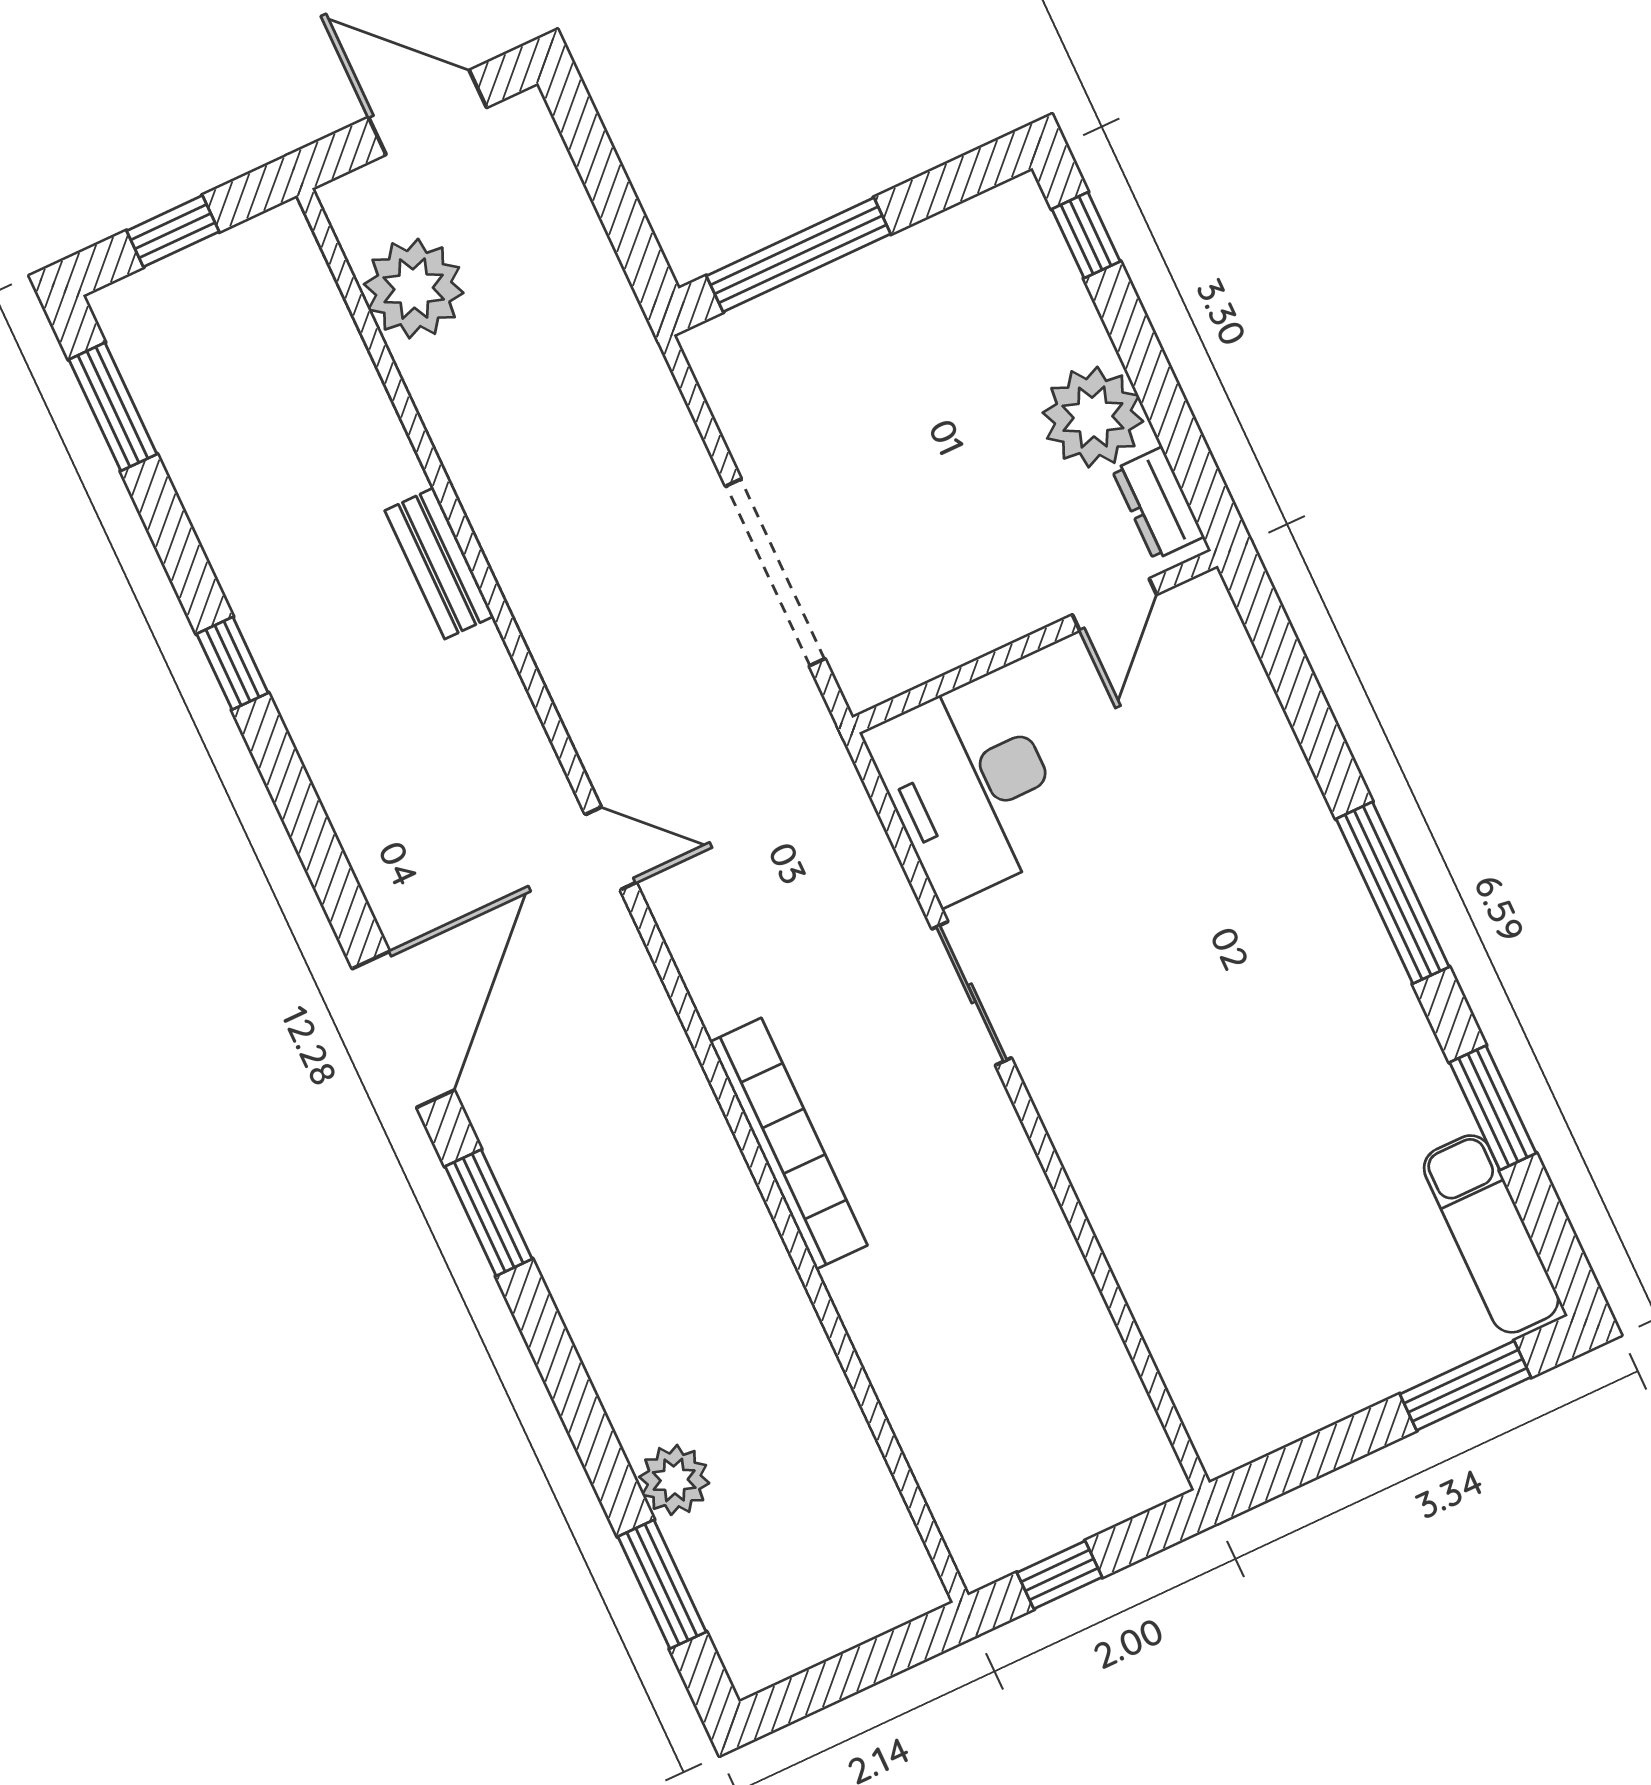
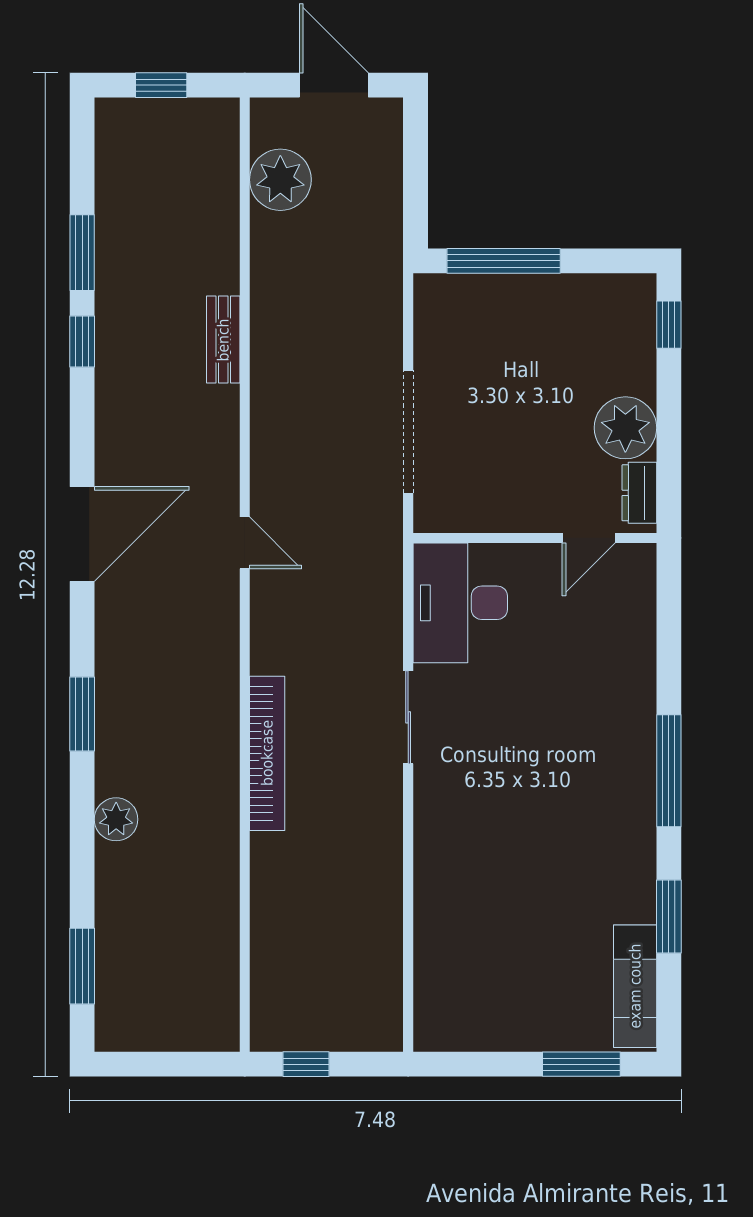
window: (113, 407) -> (82, 253), moved
door: (403, 1029) -> (82, 534), moved
plant: (674, 1480) -> (116, 819), moved

